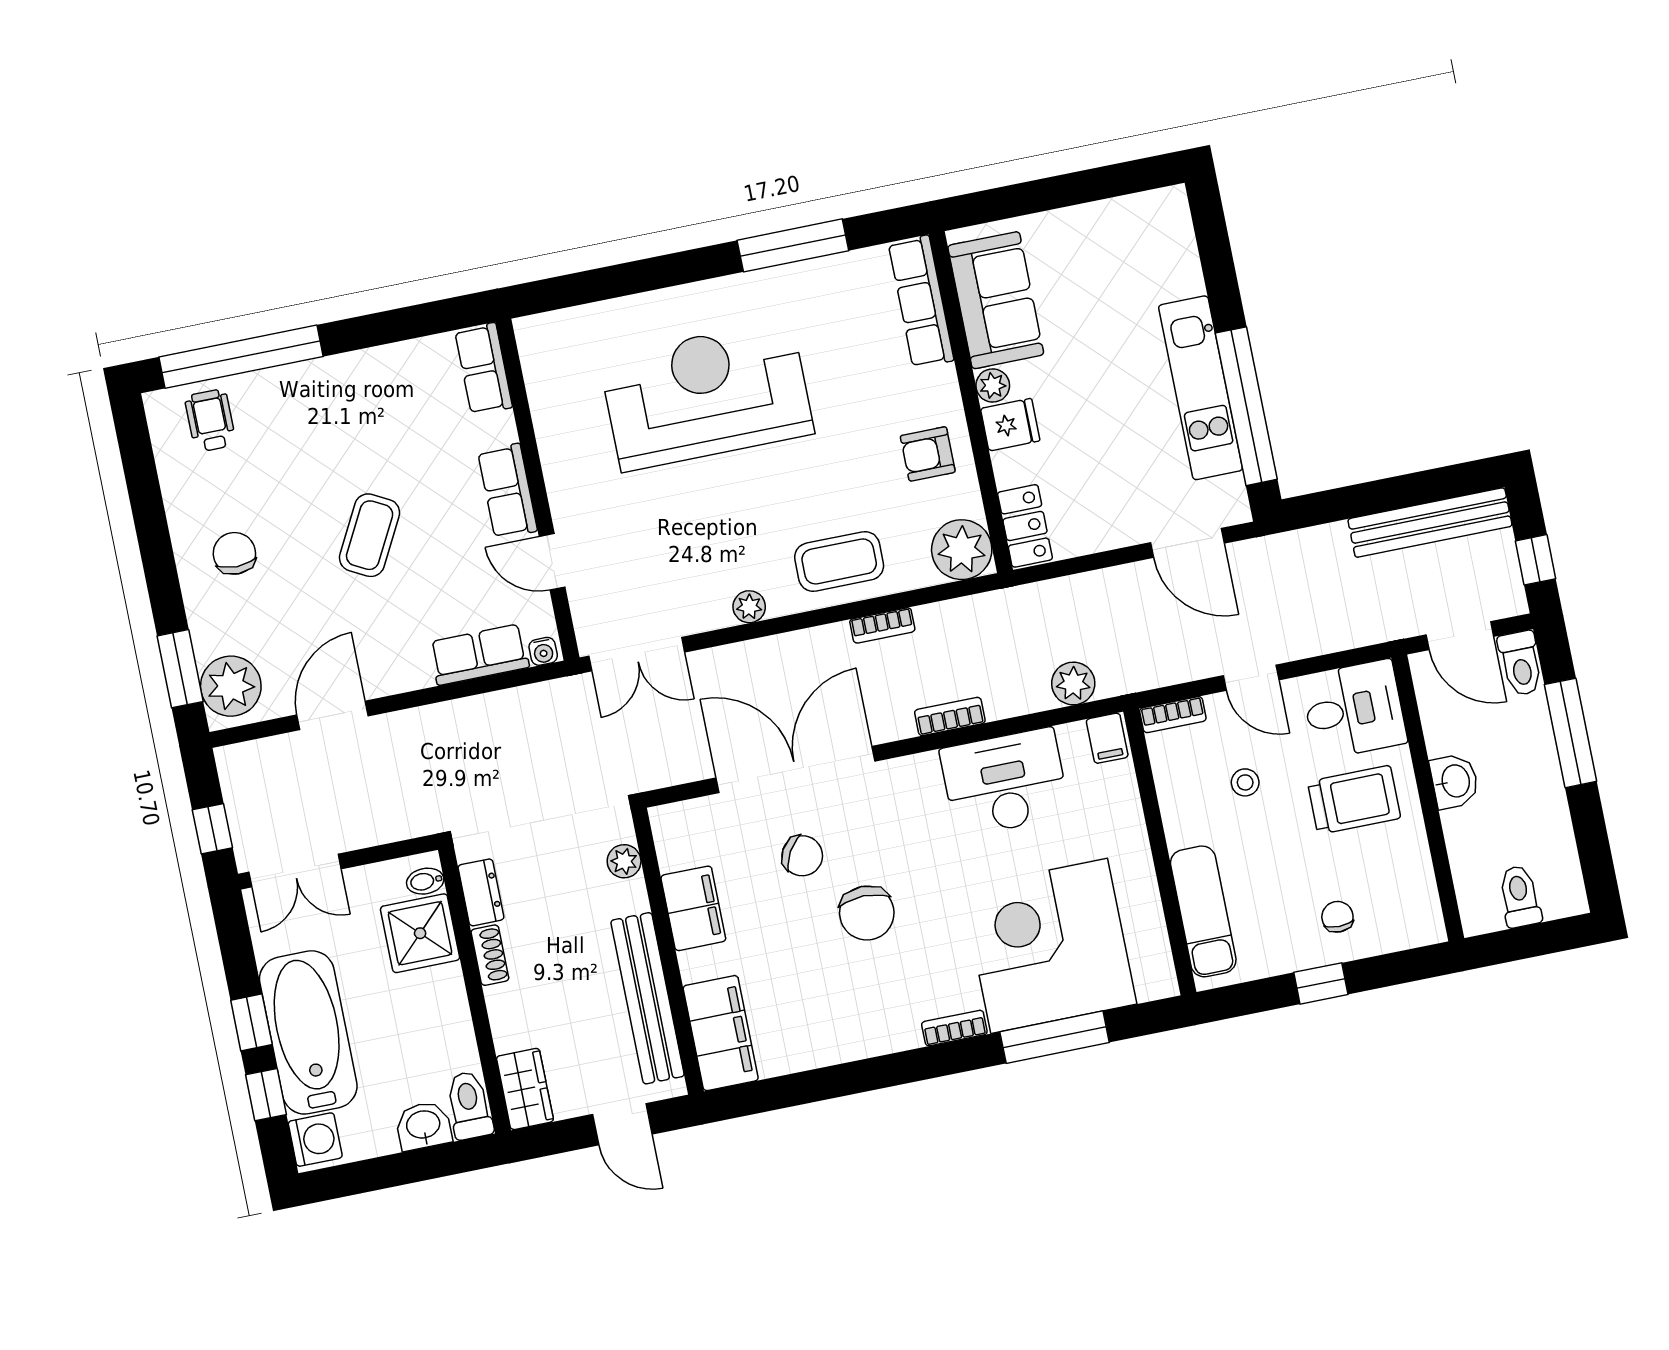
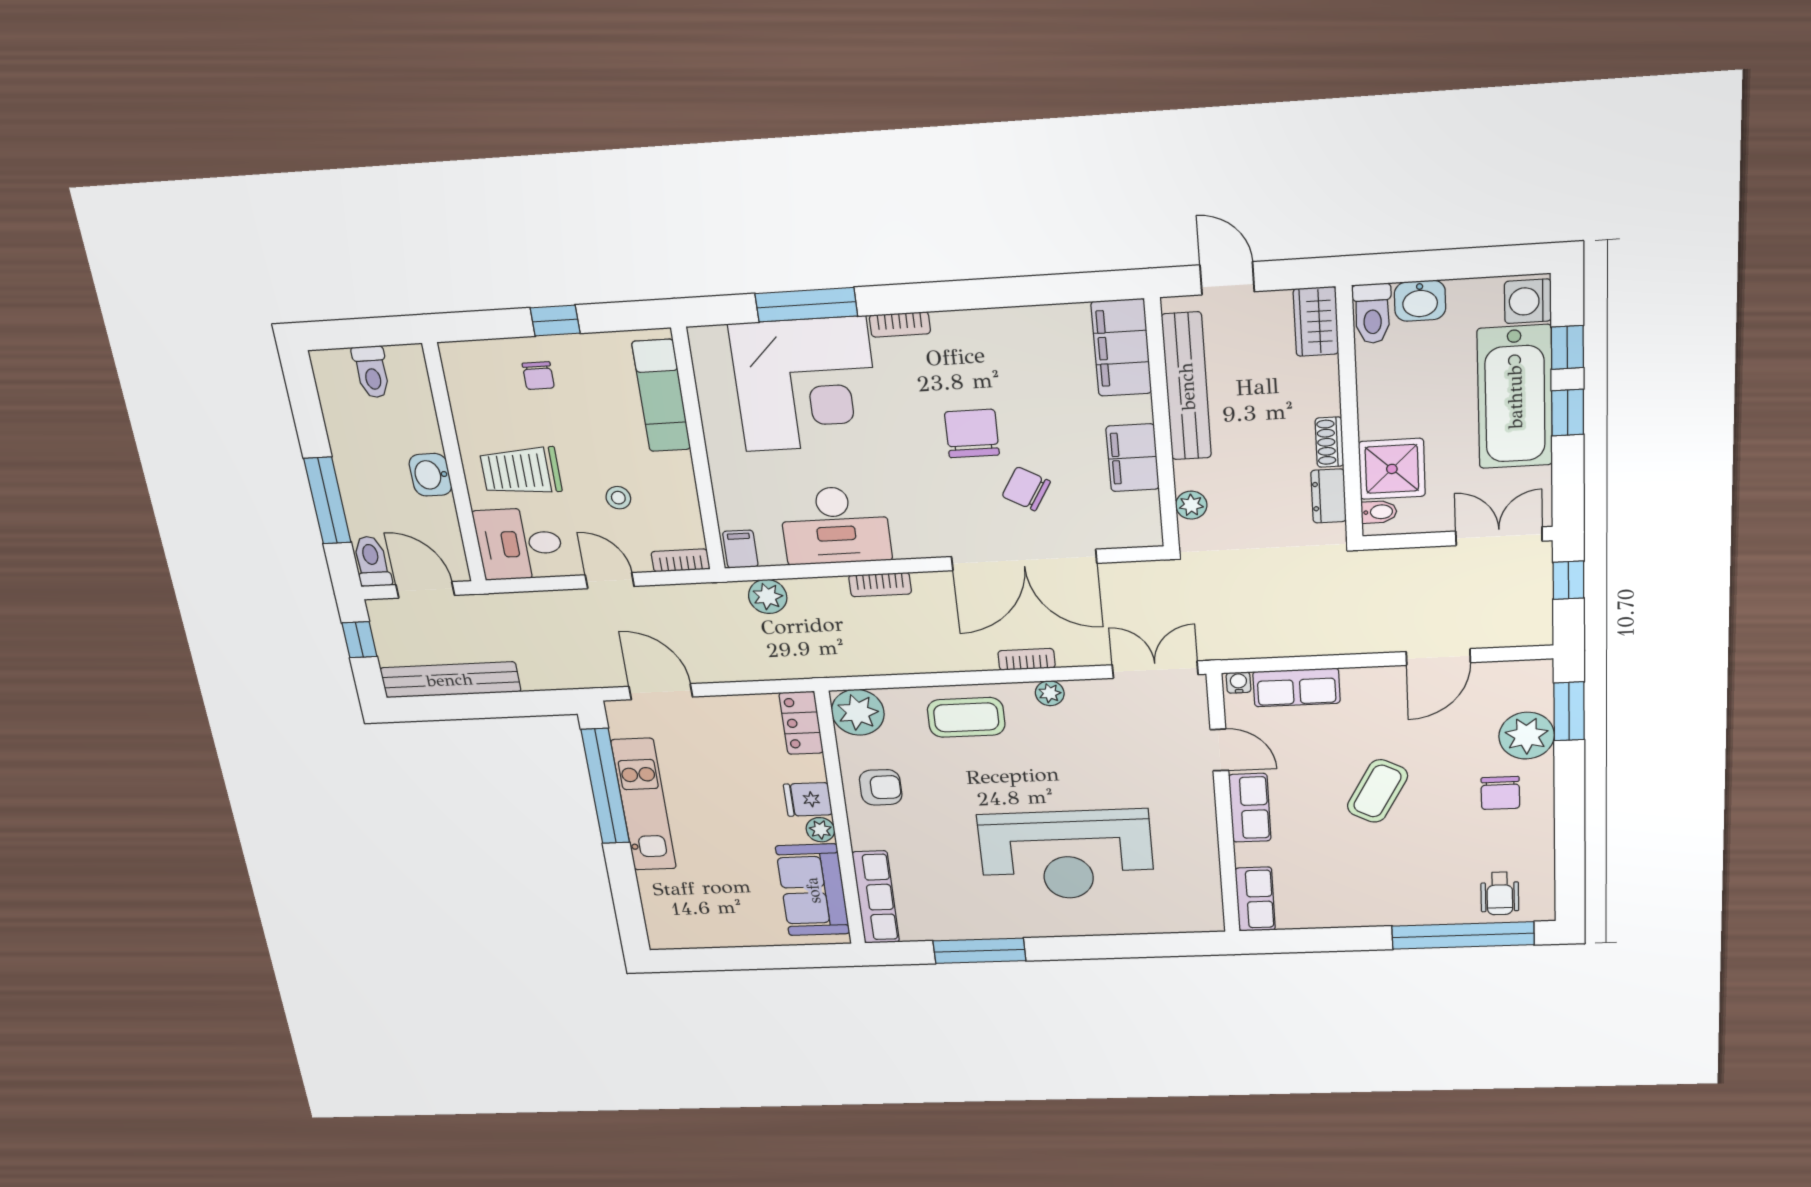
bookcase: (882, 625) -> (1027, 659), moved
plant: (231, 686) -> (1527, 736), moved

